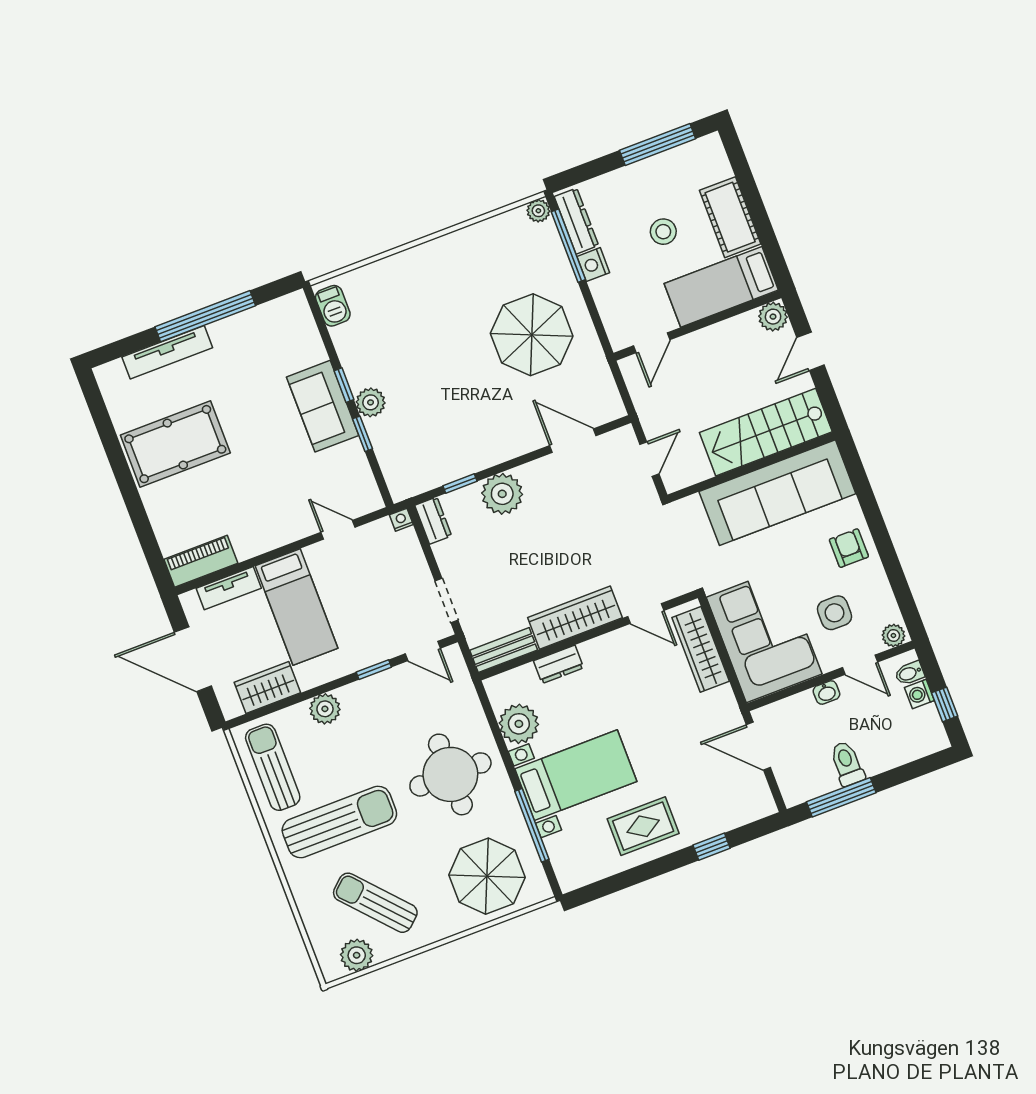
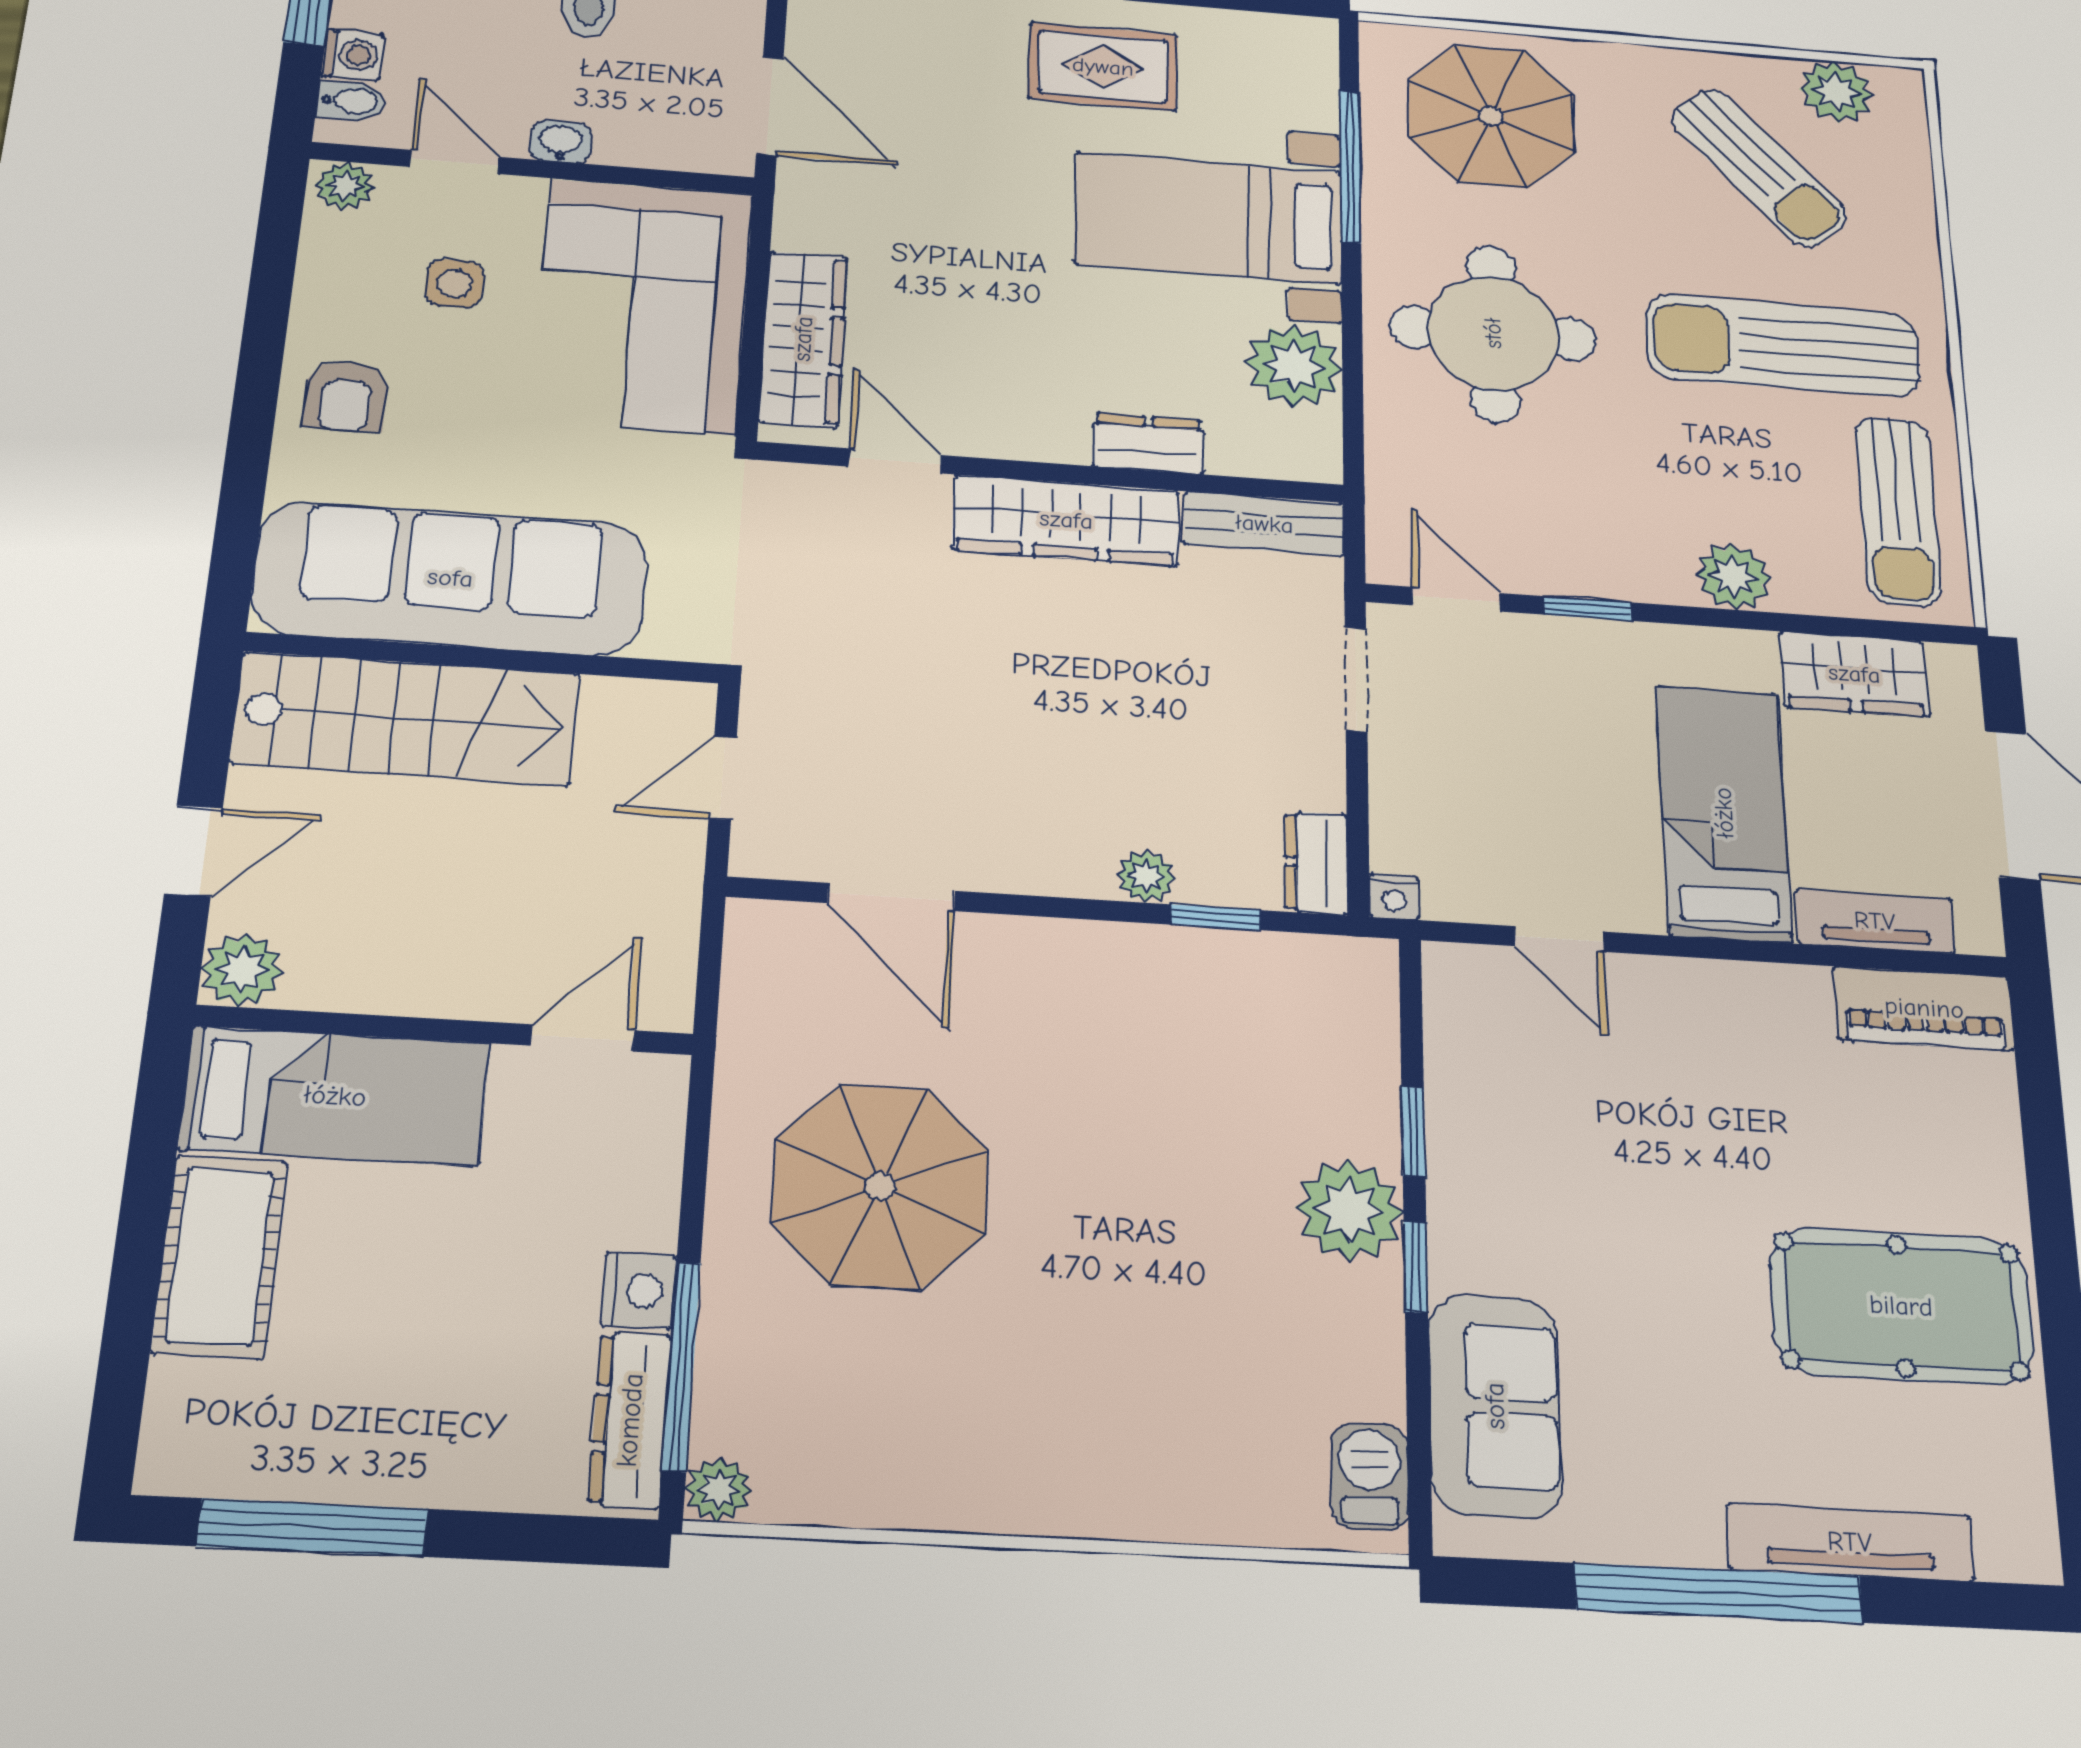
stool: (663, 232) -> (414, 1295), removed
plant: (371, 402) -> (1349, 1210), width x1.36, depth x1.36
sofa: (323, 406) -> (1495, 1406), moved
plant: (502, 494) -> (1146, 876), width x0.53, depth x0.53
side table: (835, 613) -> (454, 283), width x0.73, depth x0.73

